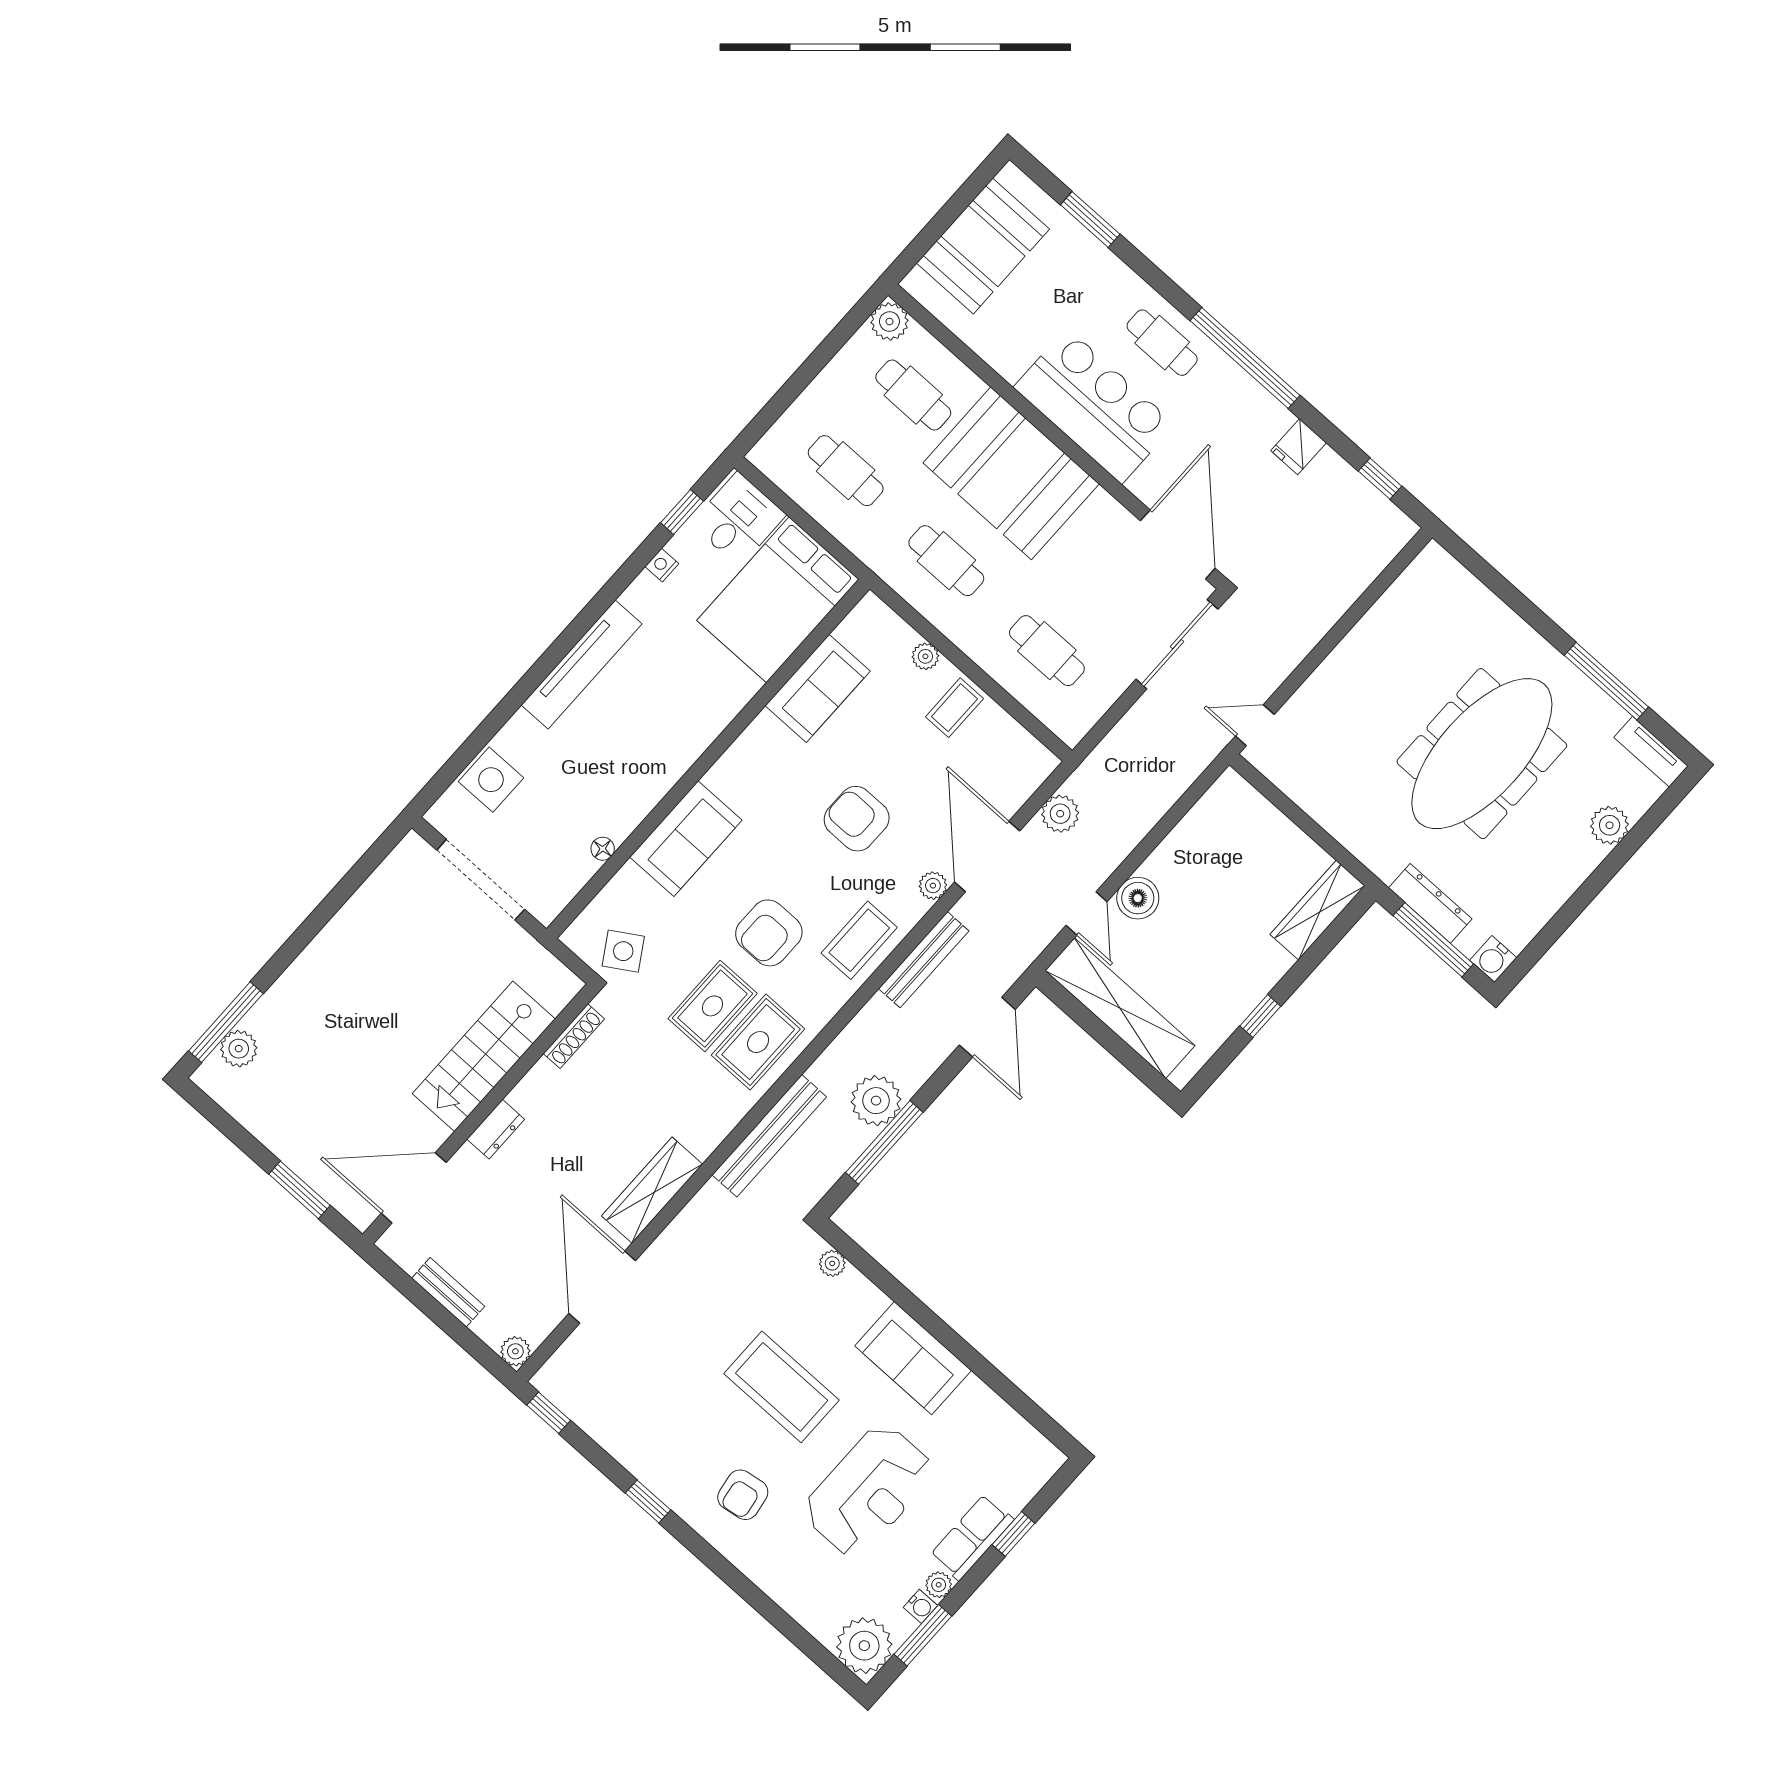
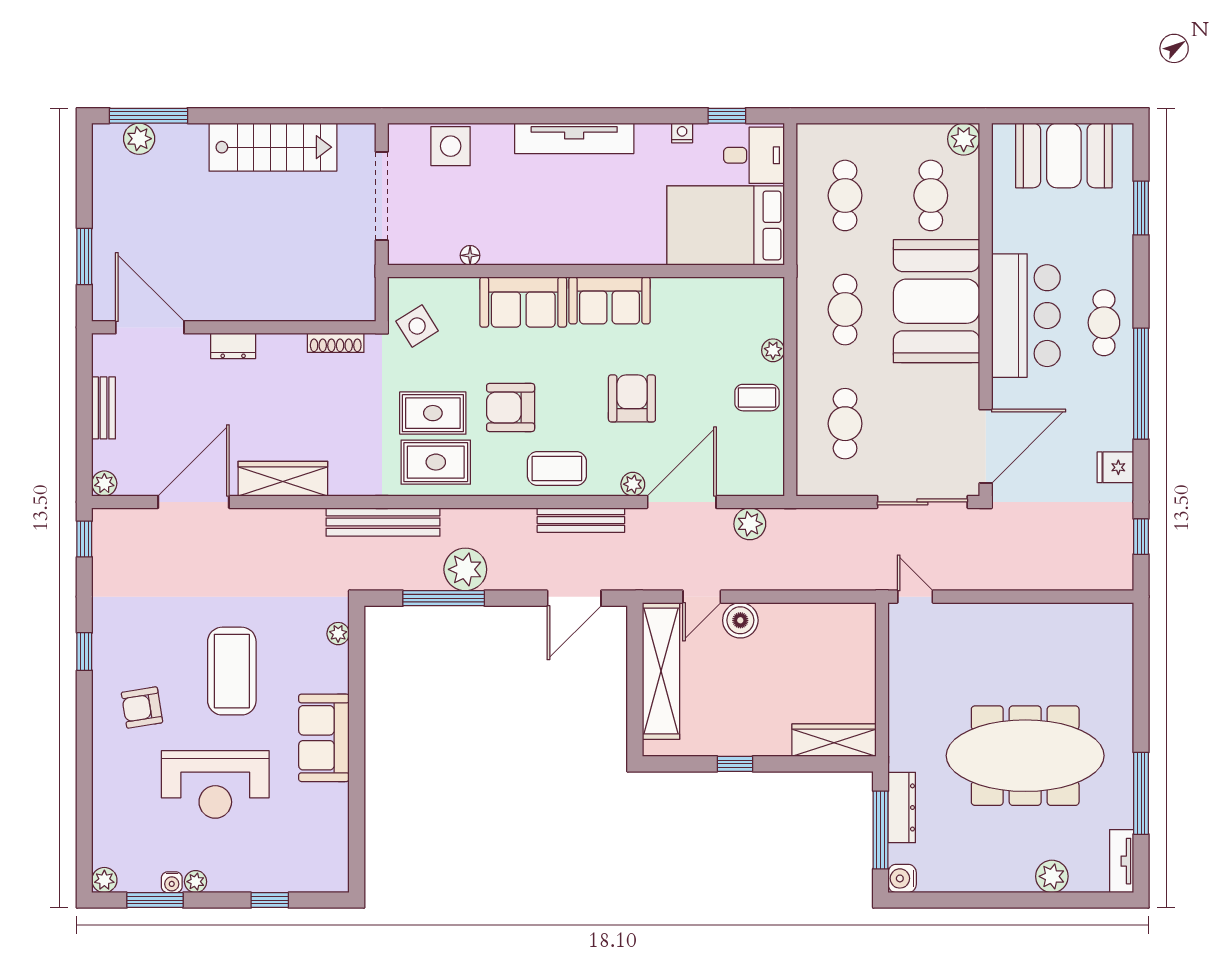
sofa: (818, 688) -> (609, 300), moved
stairs: (484, 1056) -> (273, 147), moved, turned 180
row of seats: (972, 1537) -> (244, 876), removed
plant: (864, 1646) -> (104, 880), width x0.53, depth x0.53

